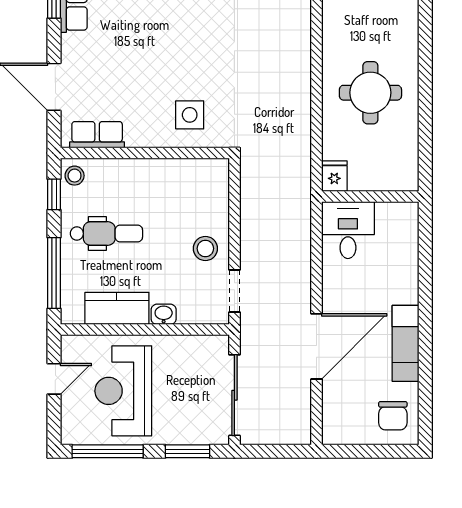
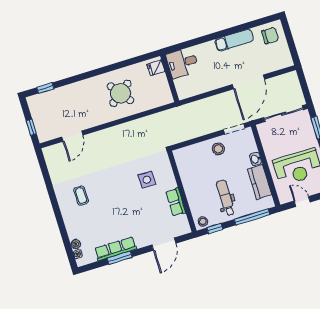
round table: (370, 93) -> (120, 93), turned -37
side table: (190, 115) -> (147, 180), moved
row of seats: (97, 135) -> (176, 202), moved
fridge: (334, 176) -> (156, 68), moved
desk: (348, 230) -> (182, 63), moved
door: (316, 346) -> (248, 82), swing flipped

